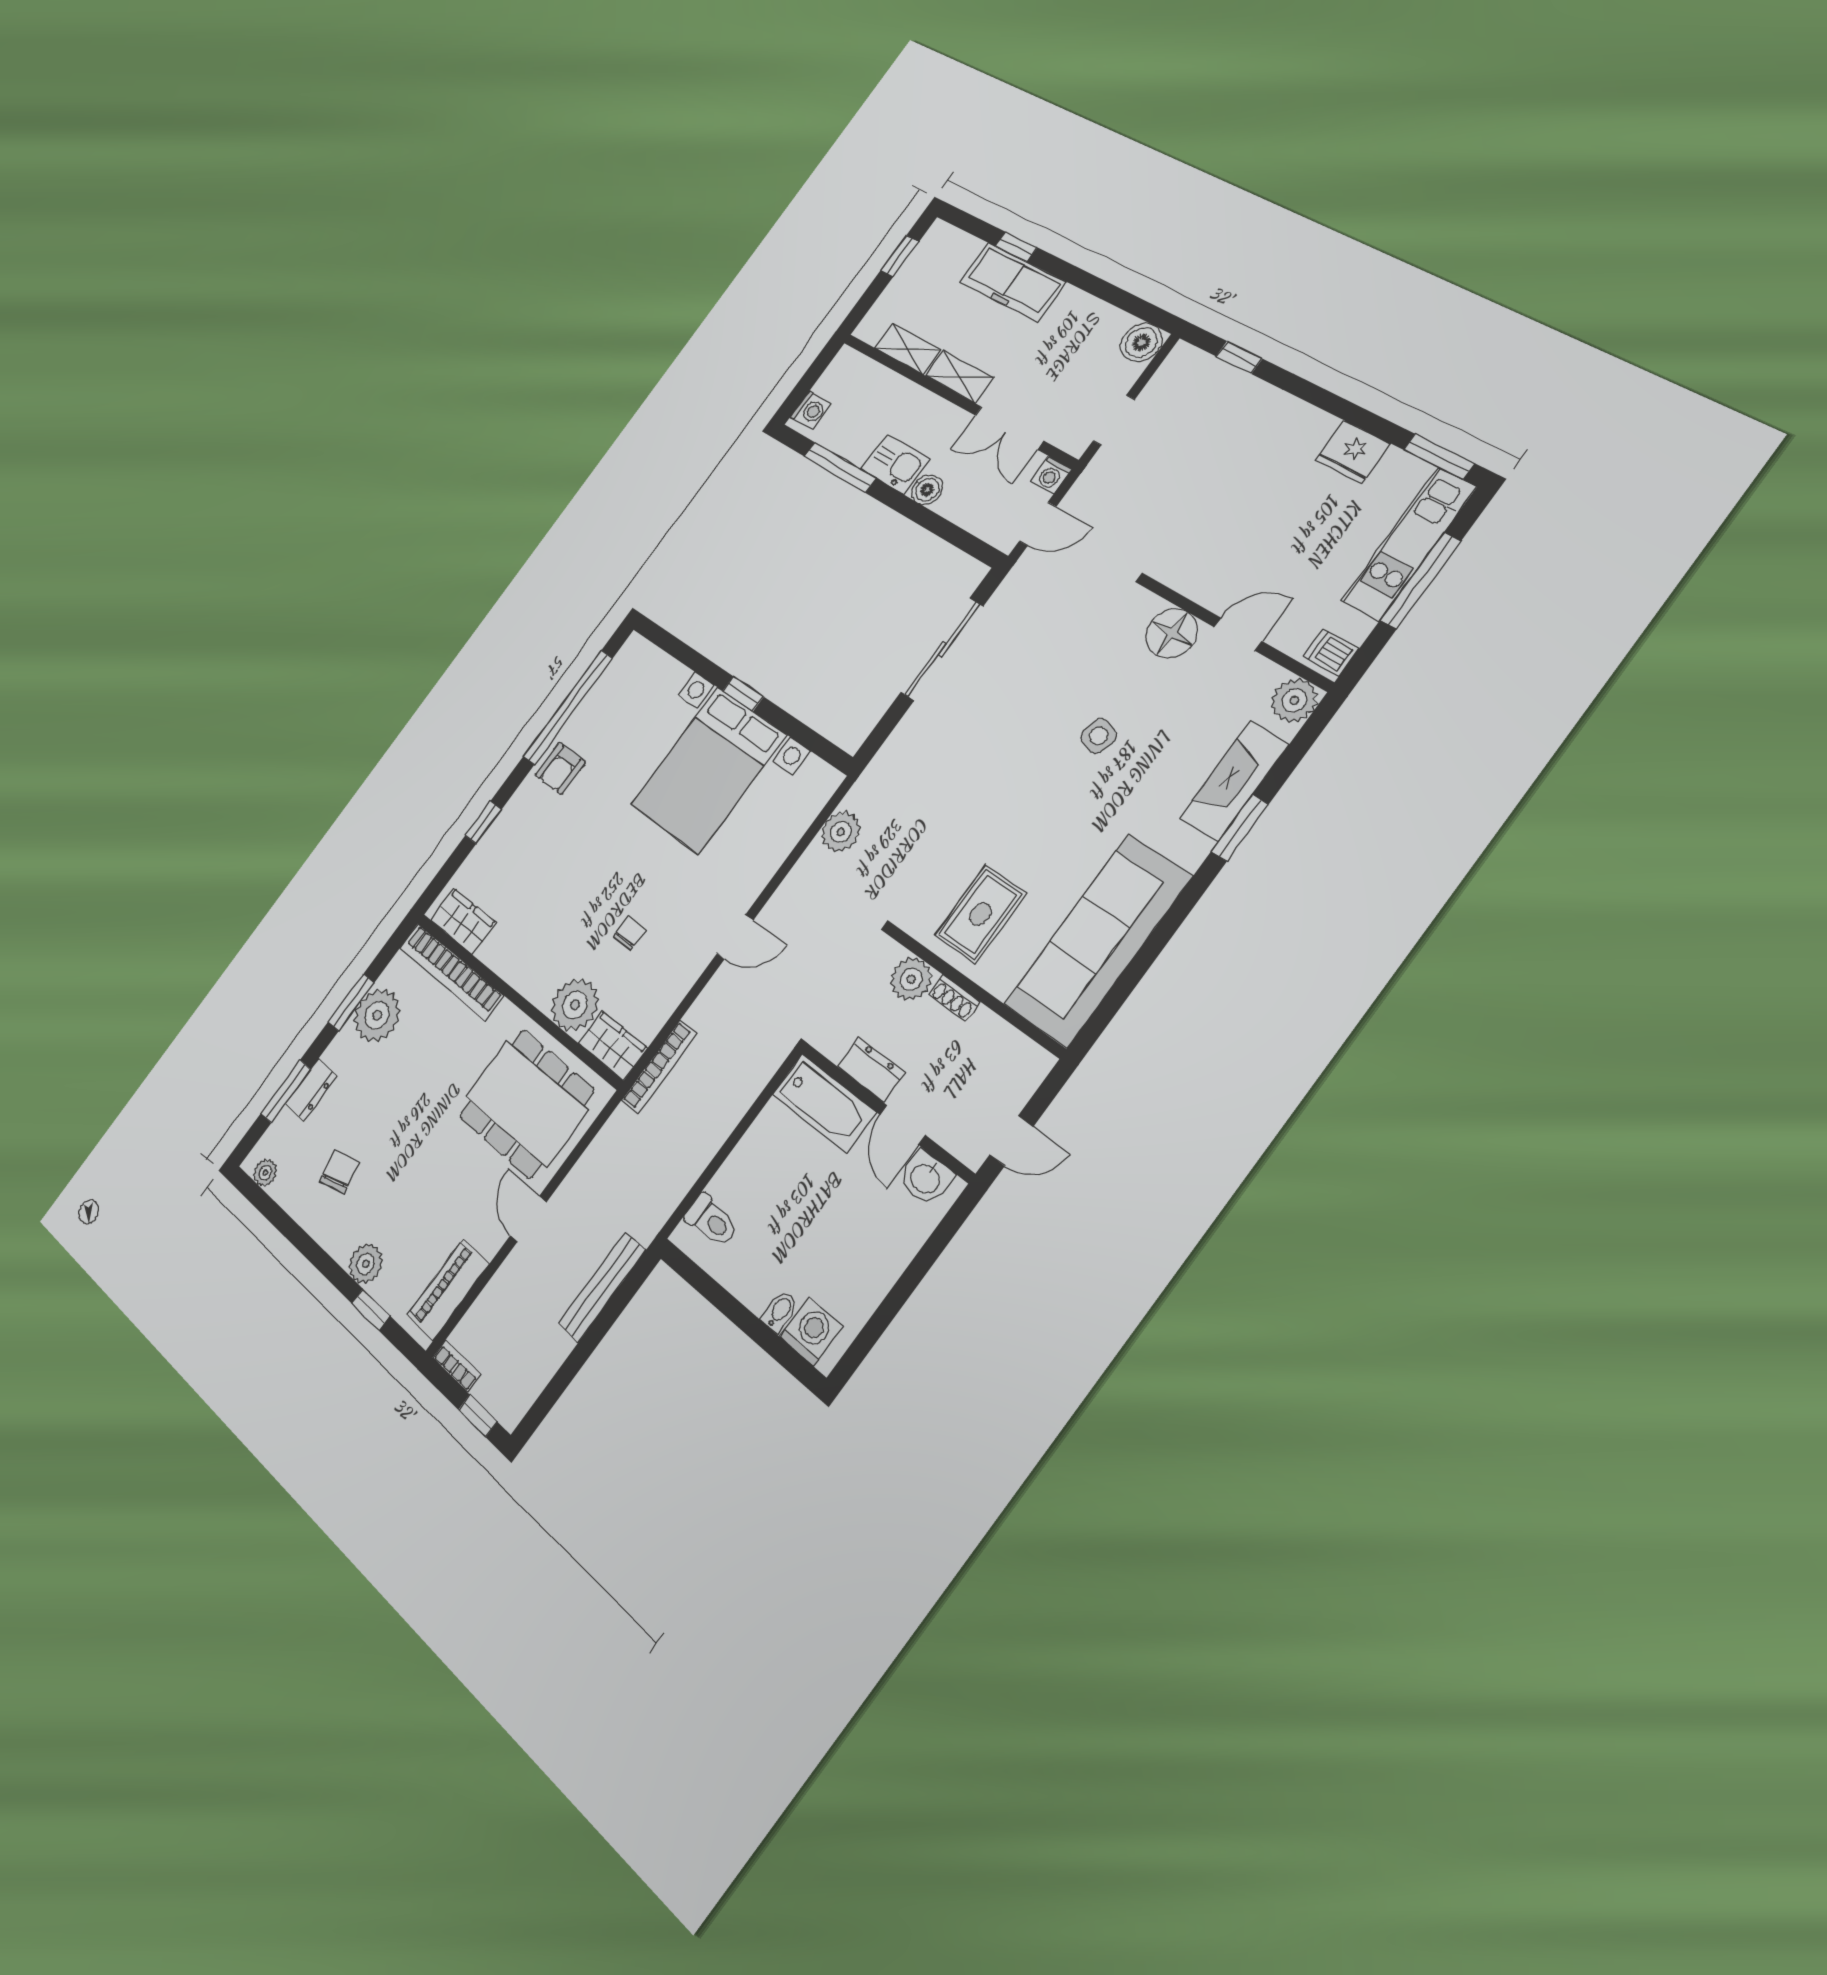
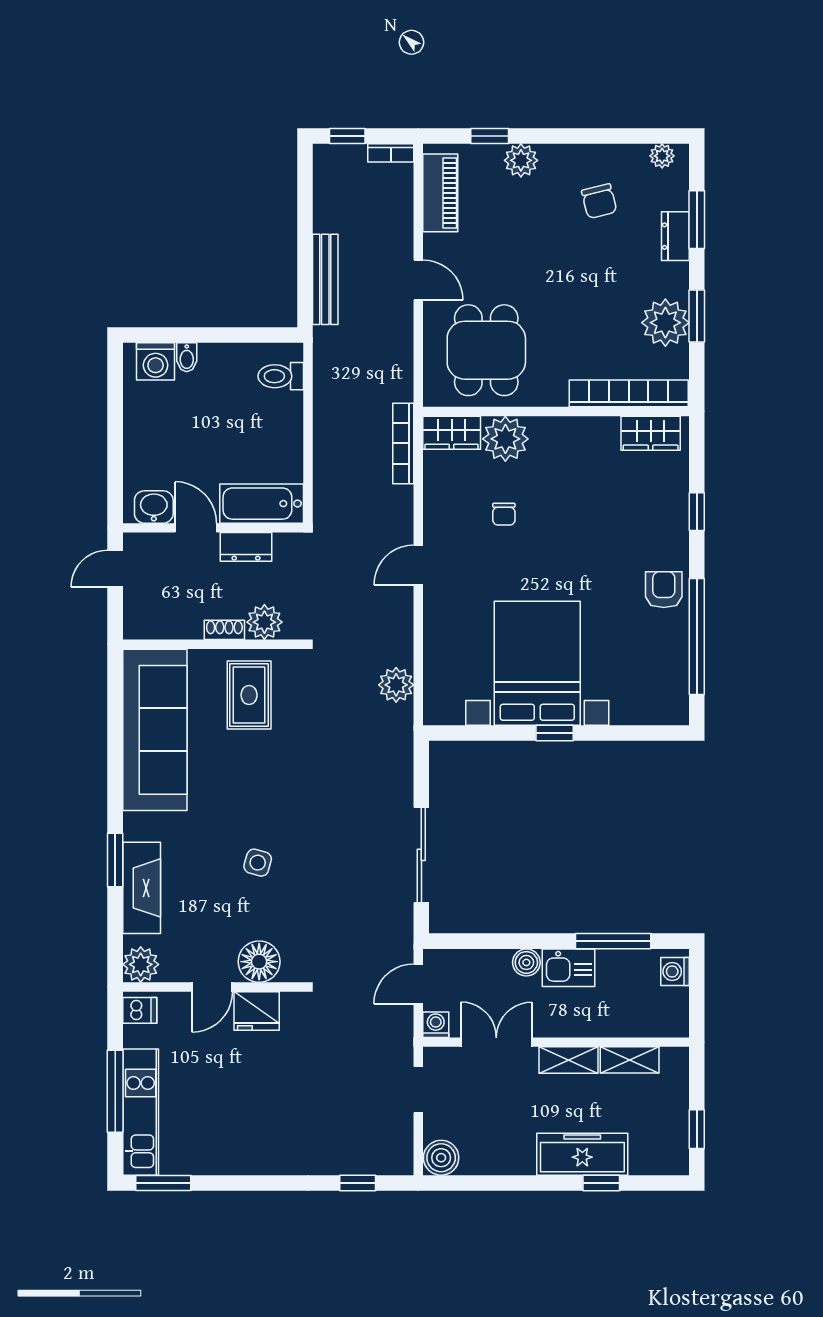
fridge: (1353, 452) -> (257, 1011), moved, turned 180
dining table: (526, 1103) -> (486, 350), width x0.73

